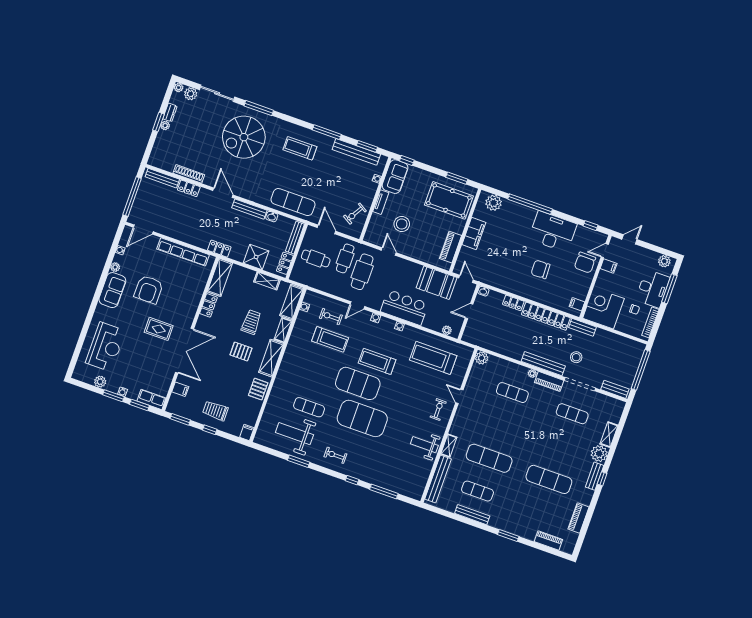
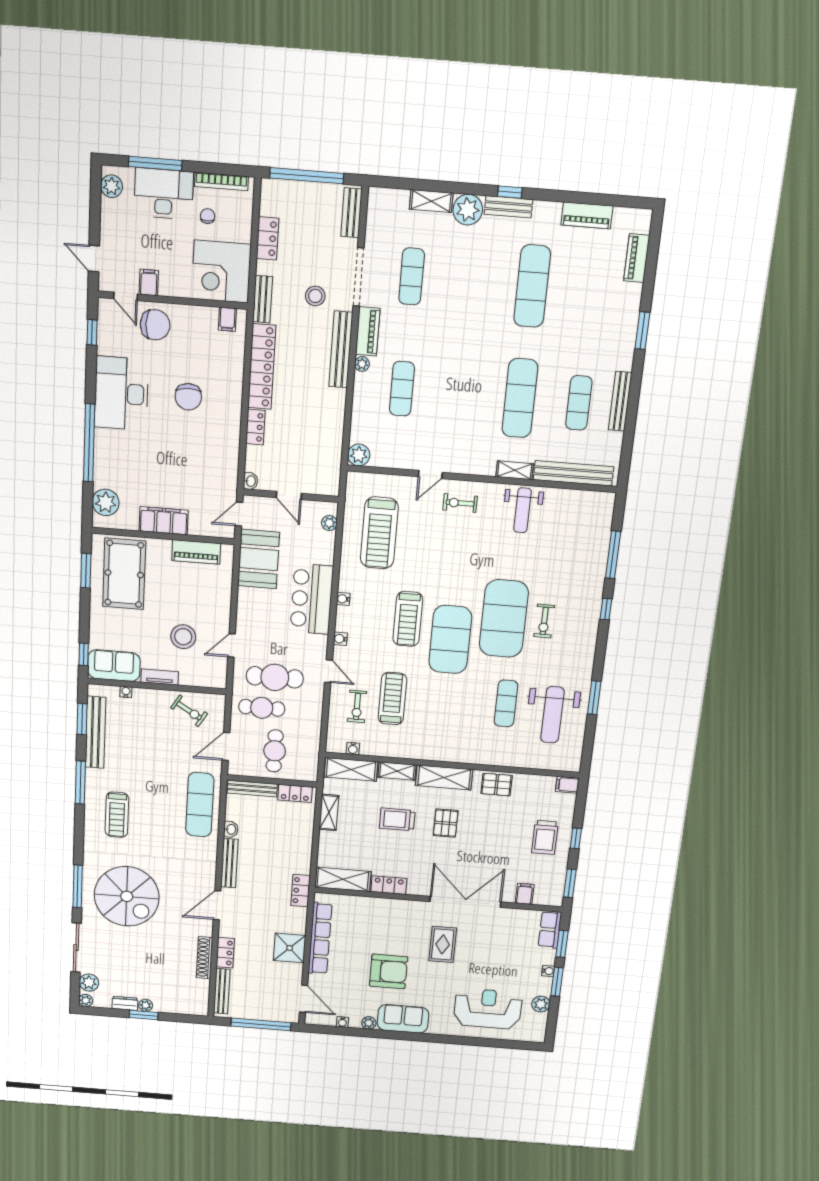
shower: (256, 257) -> (290, 948), moved
locker: (614, 339) -> (268, 238), added
exercise bike: (335, 455) -> (544, 621), moved

